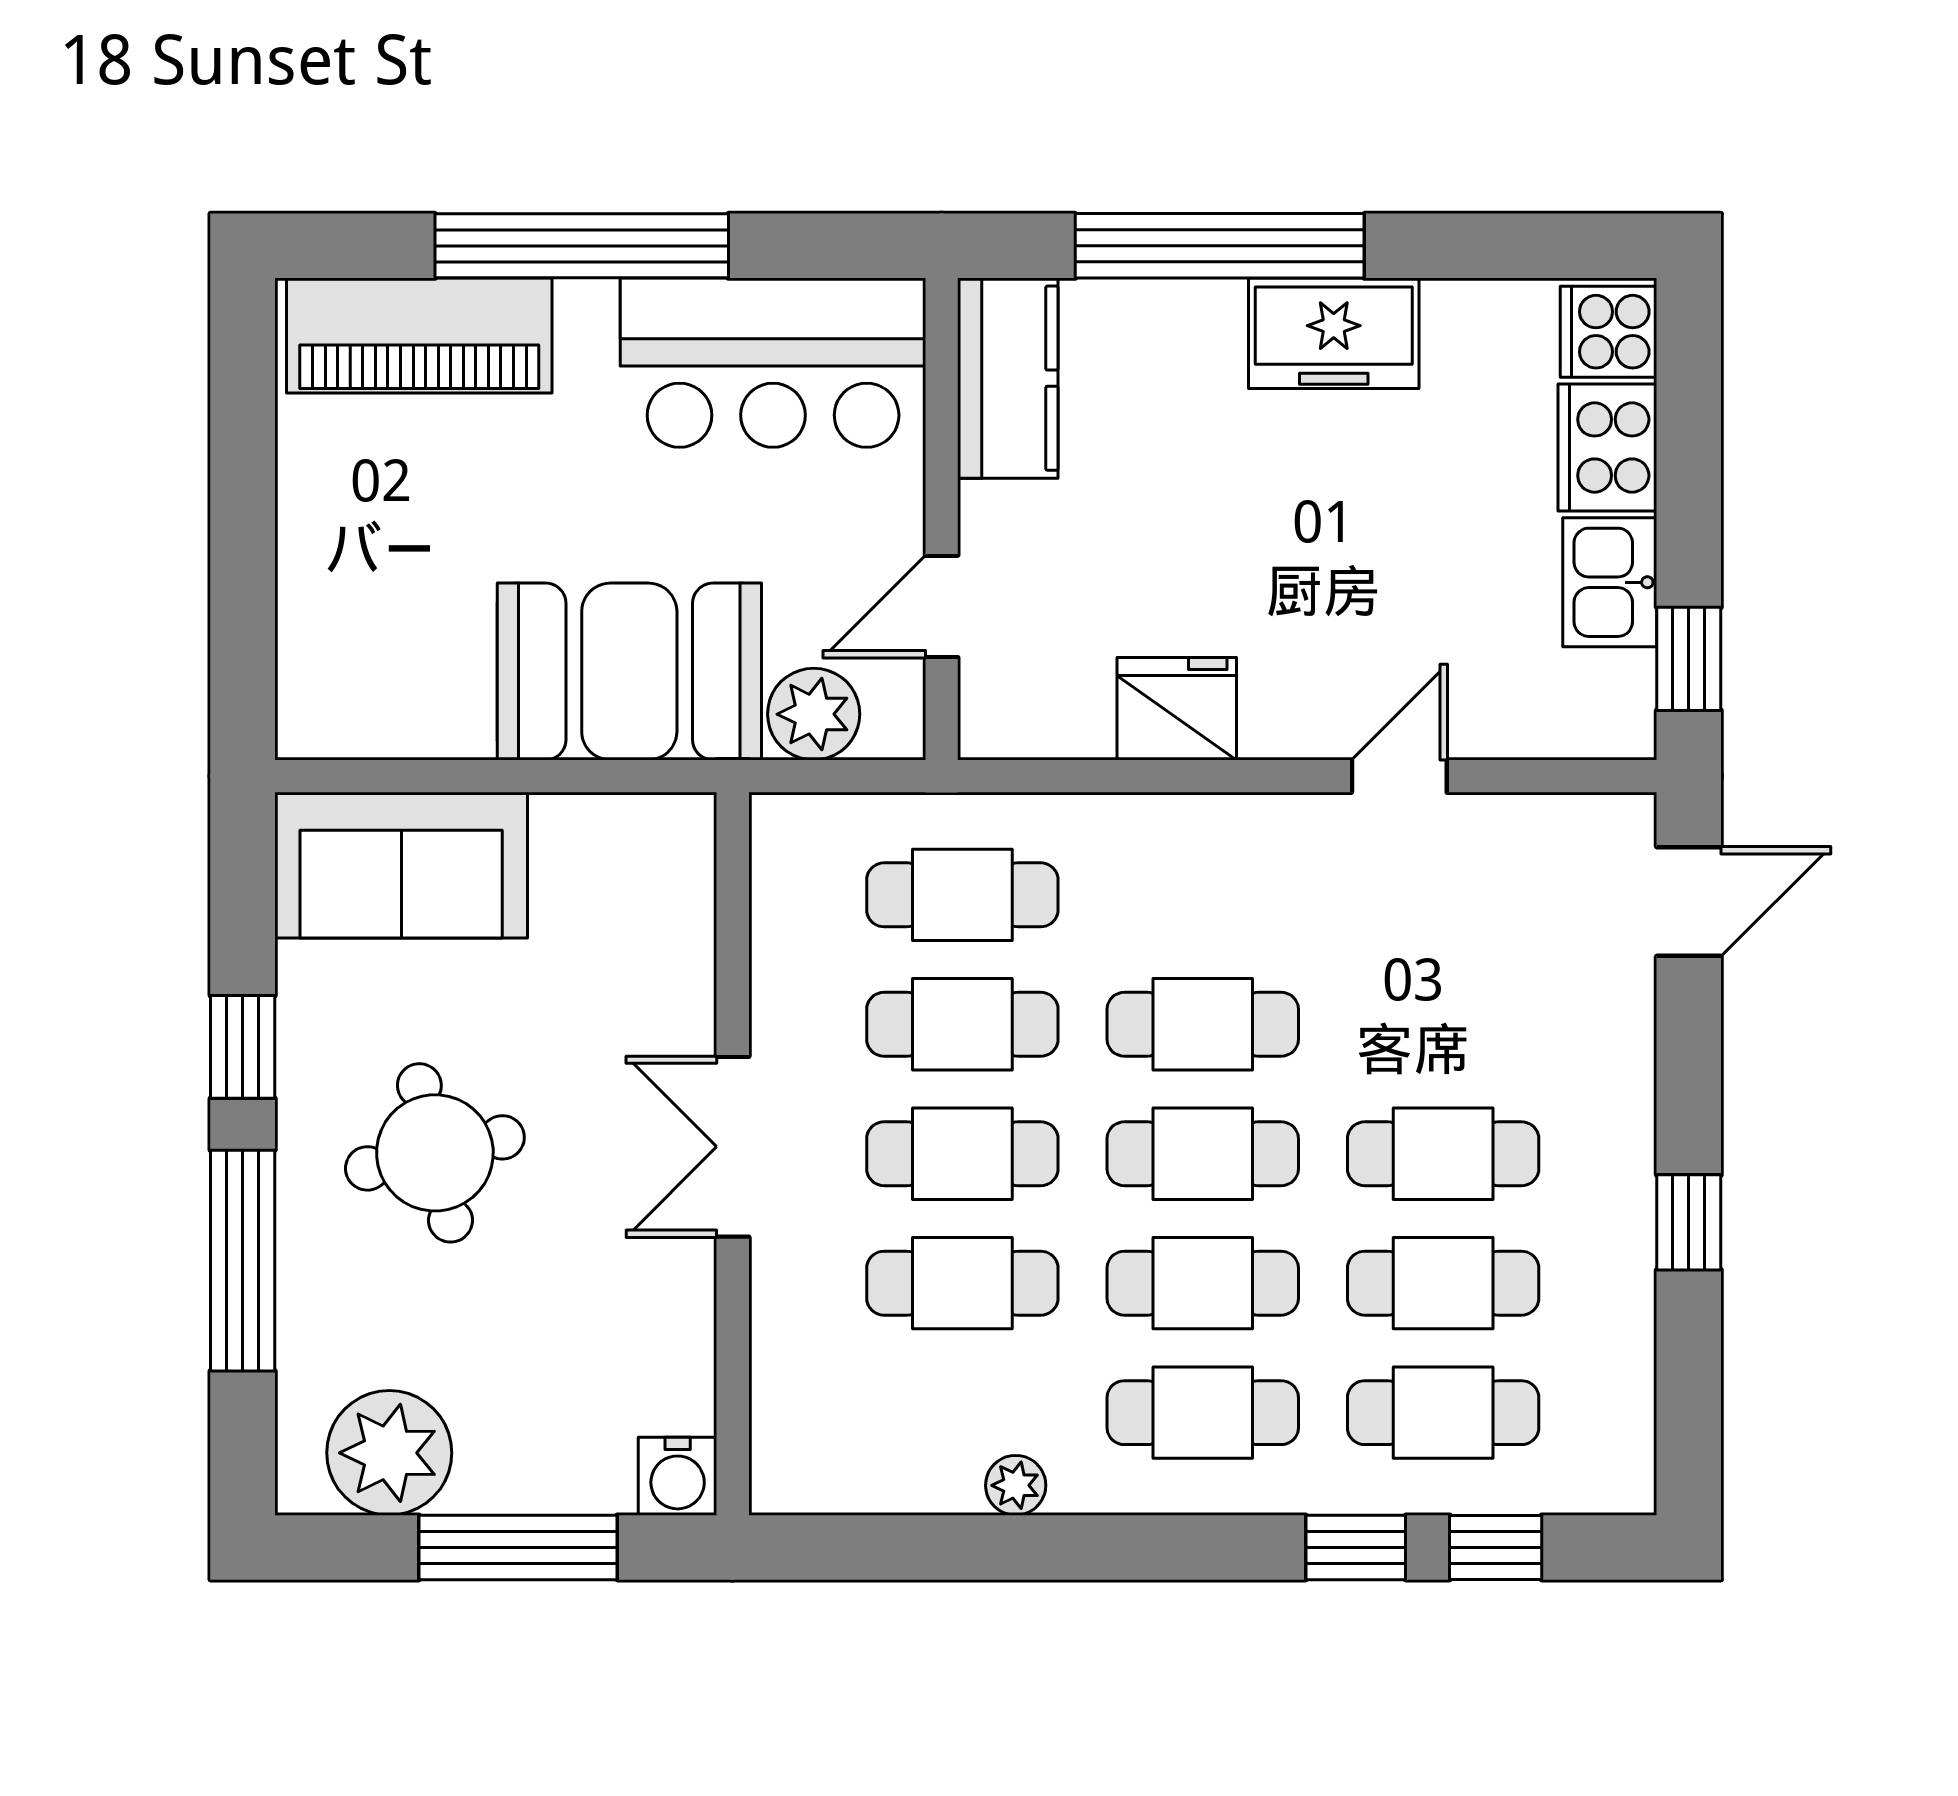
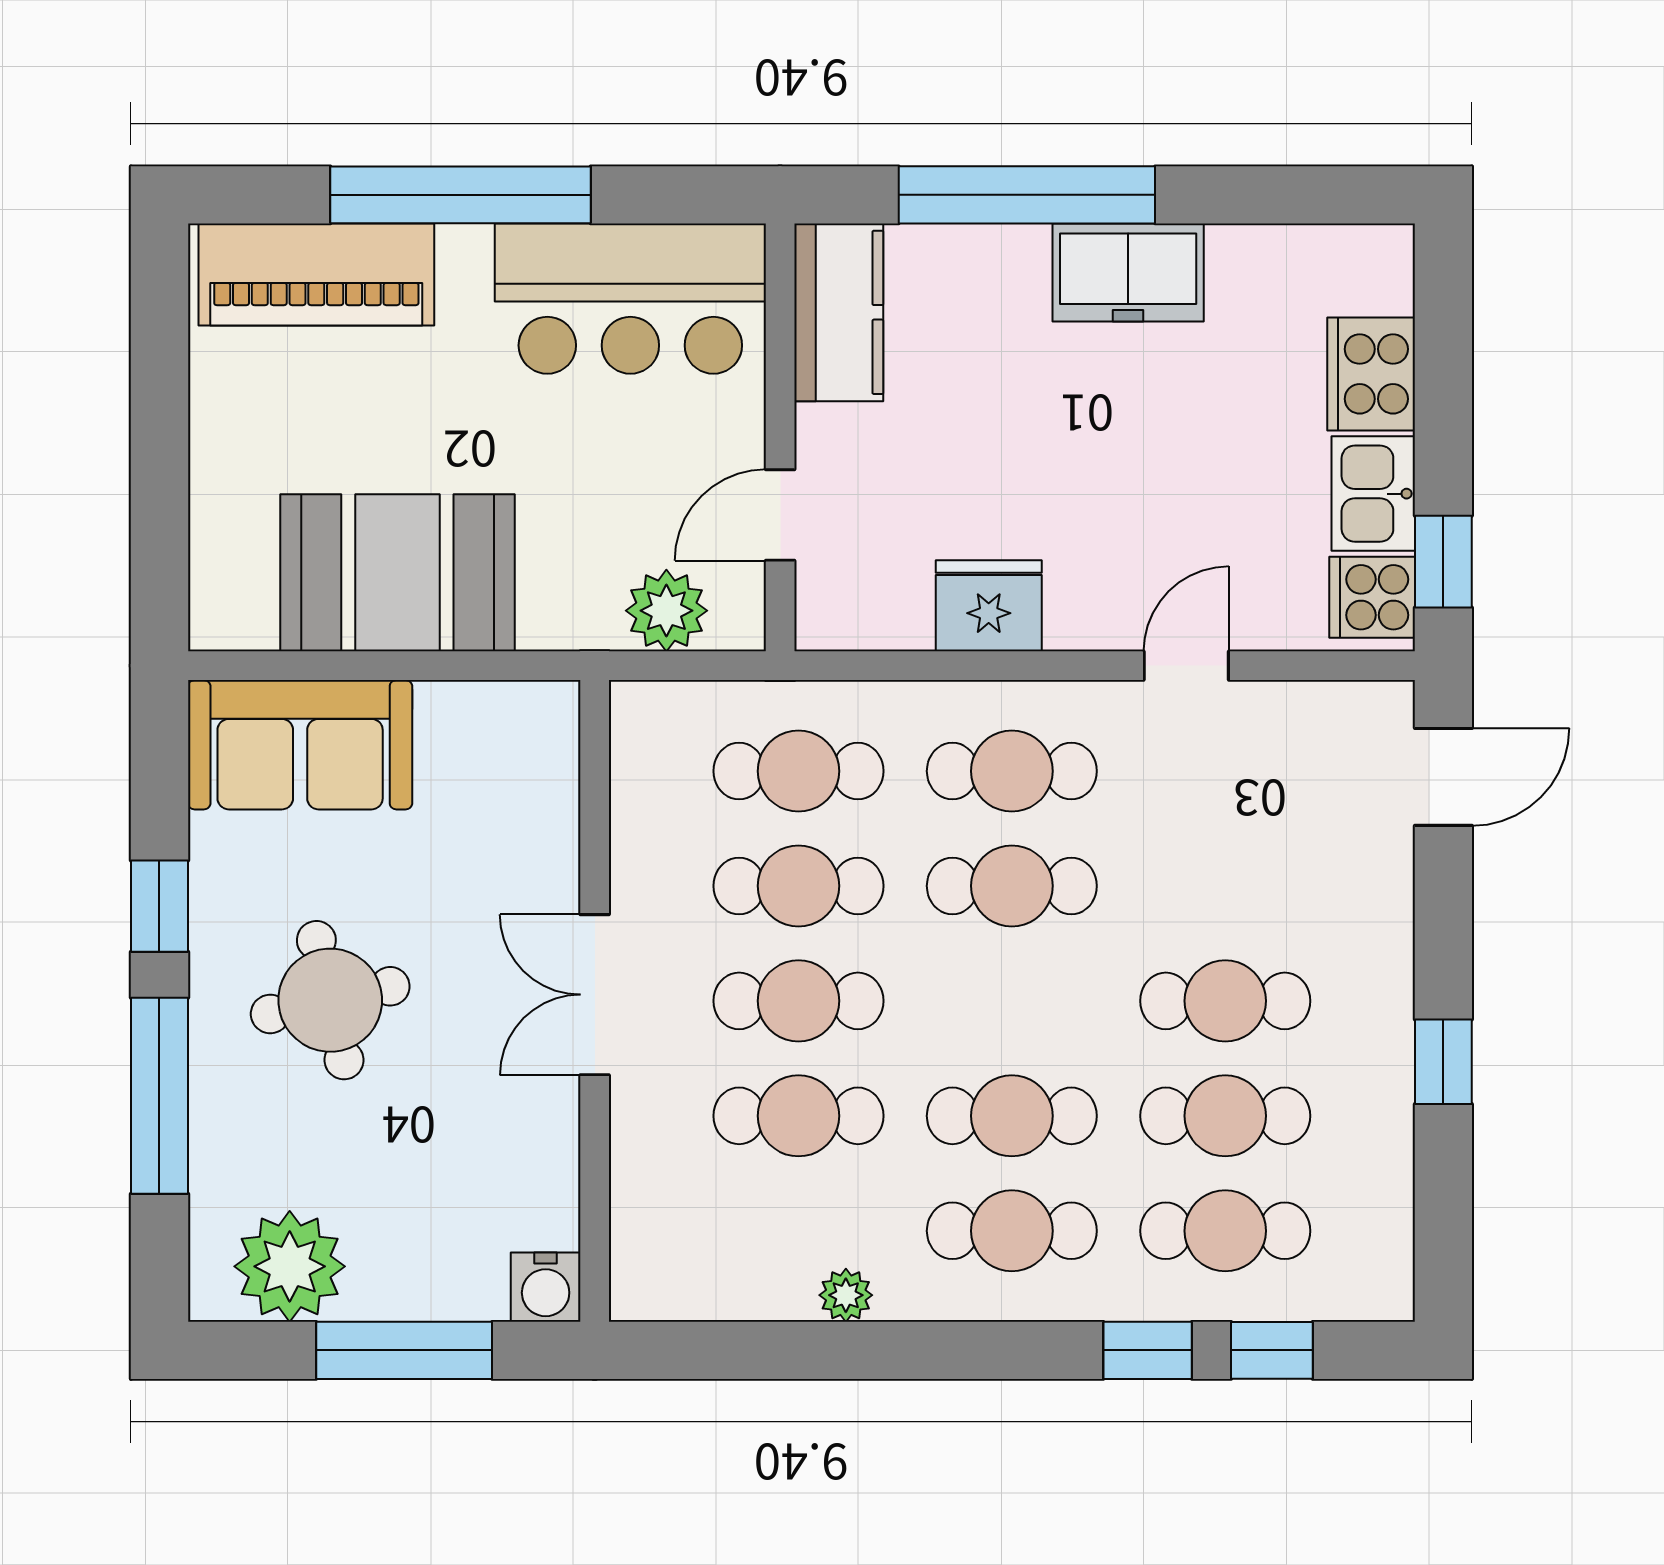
cooker: (1609, 332) -> (1372, 597), moved
booth: (629, 672) -> (397, 573), moved
cafe table: (1203, 1154) -> (1012, 771), moved

